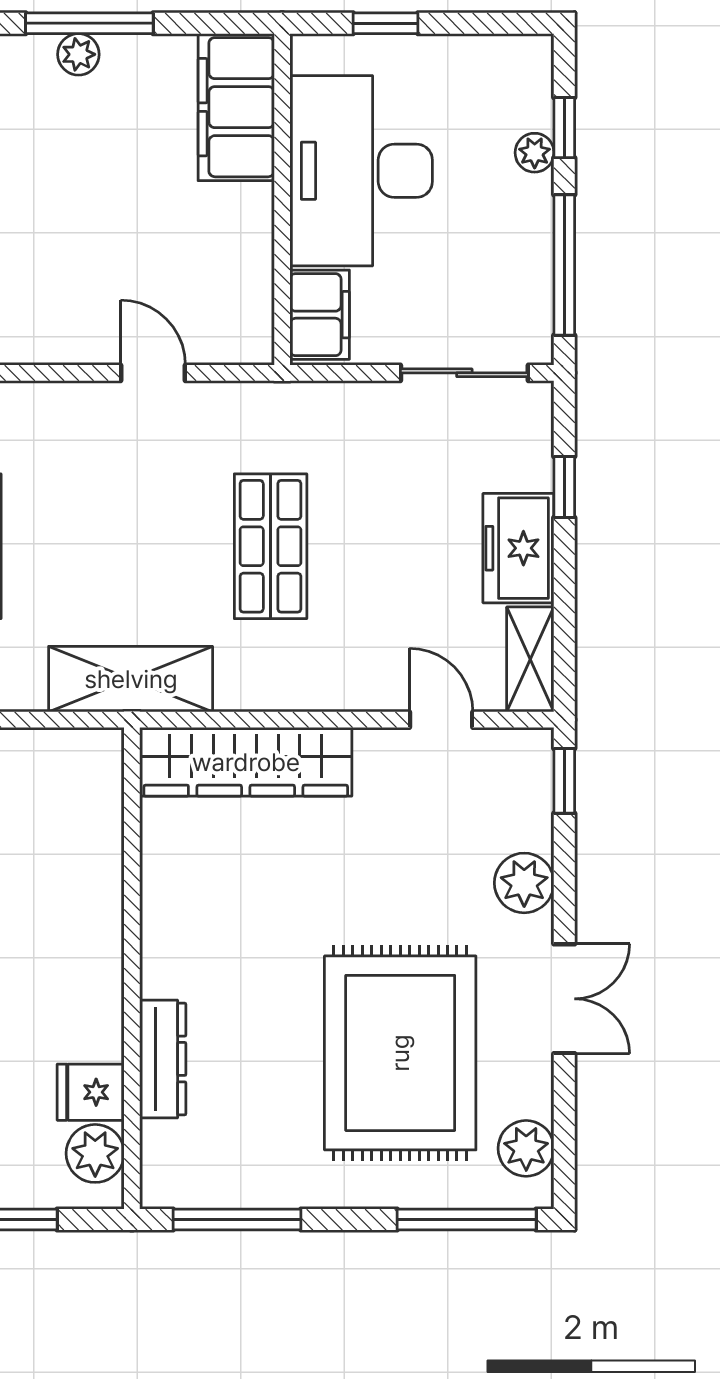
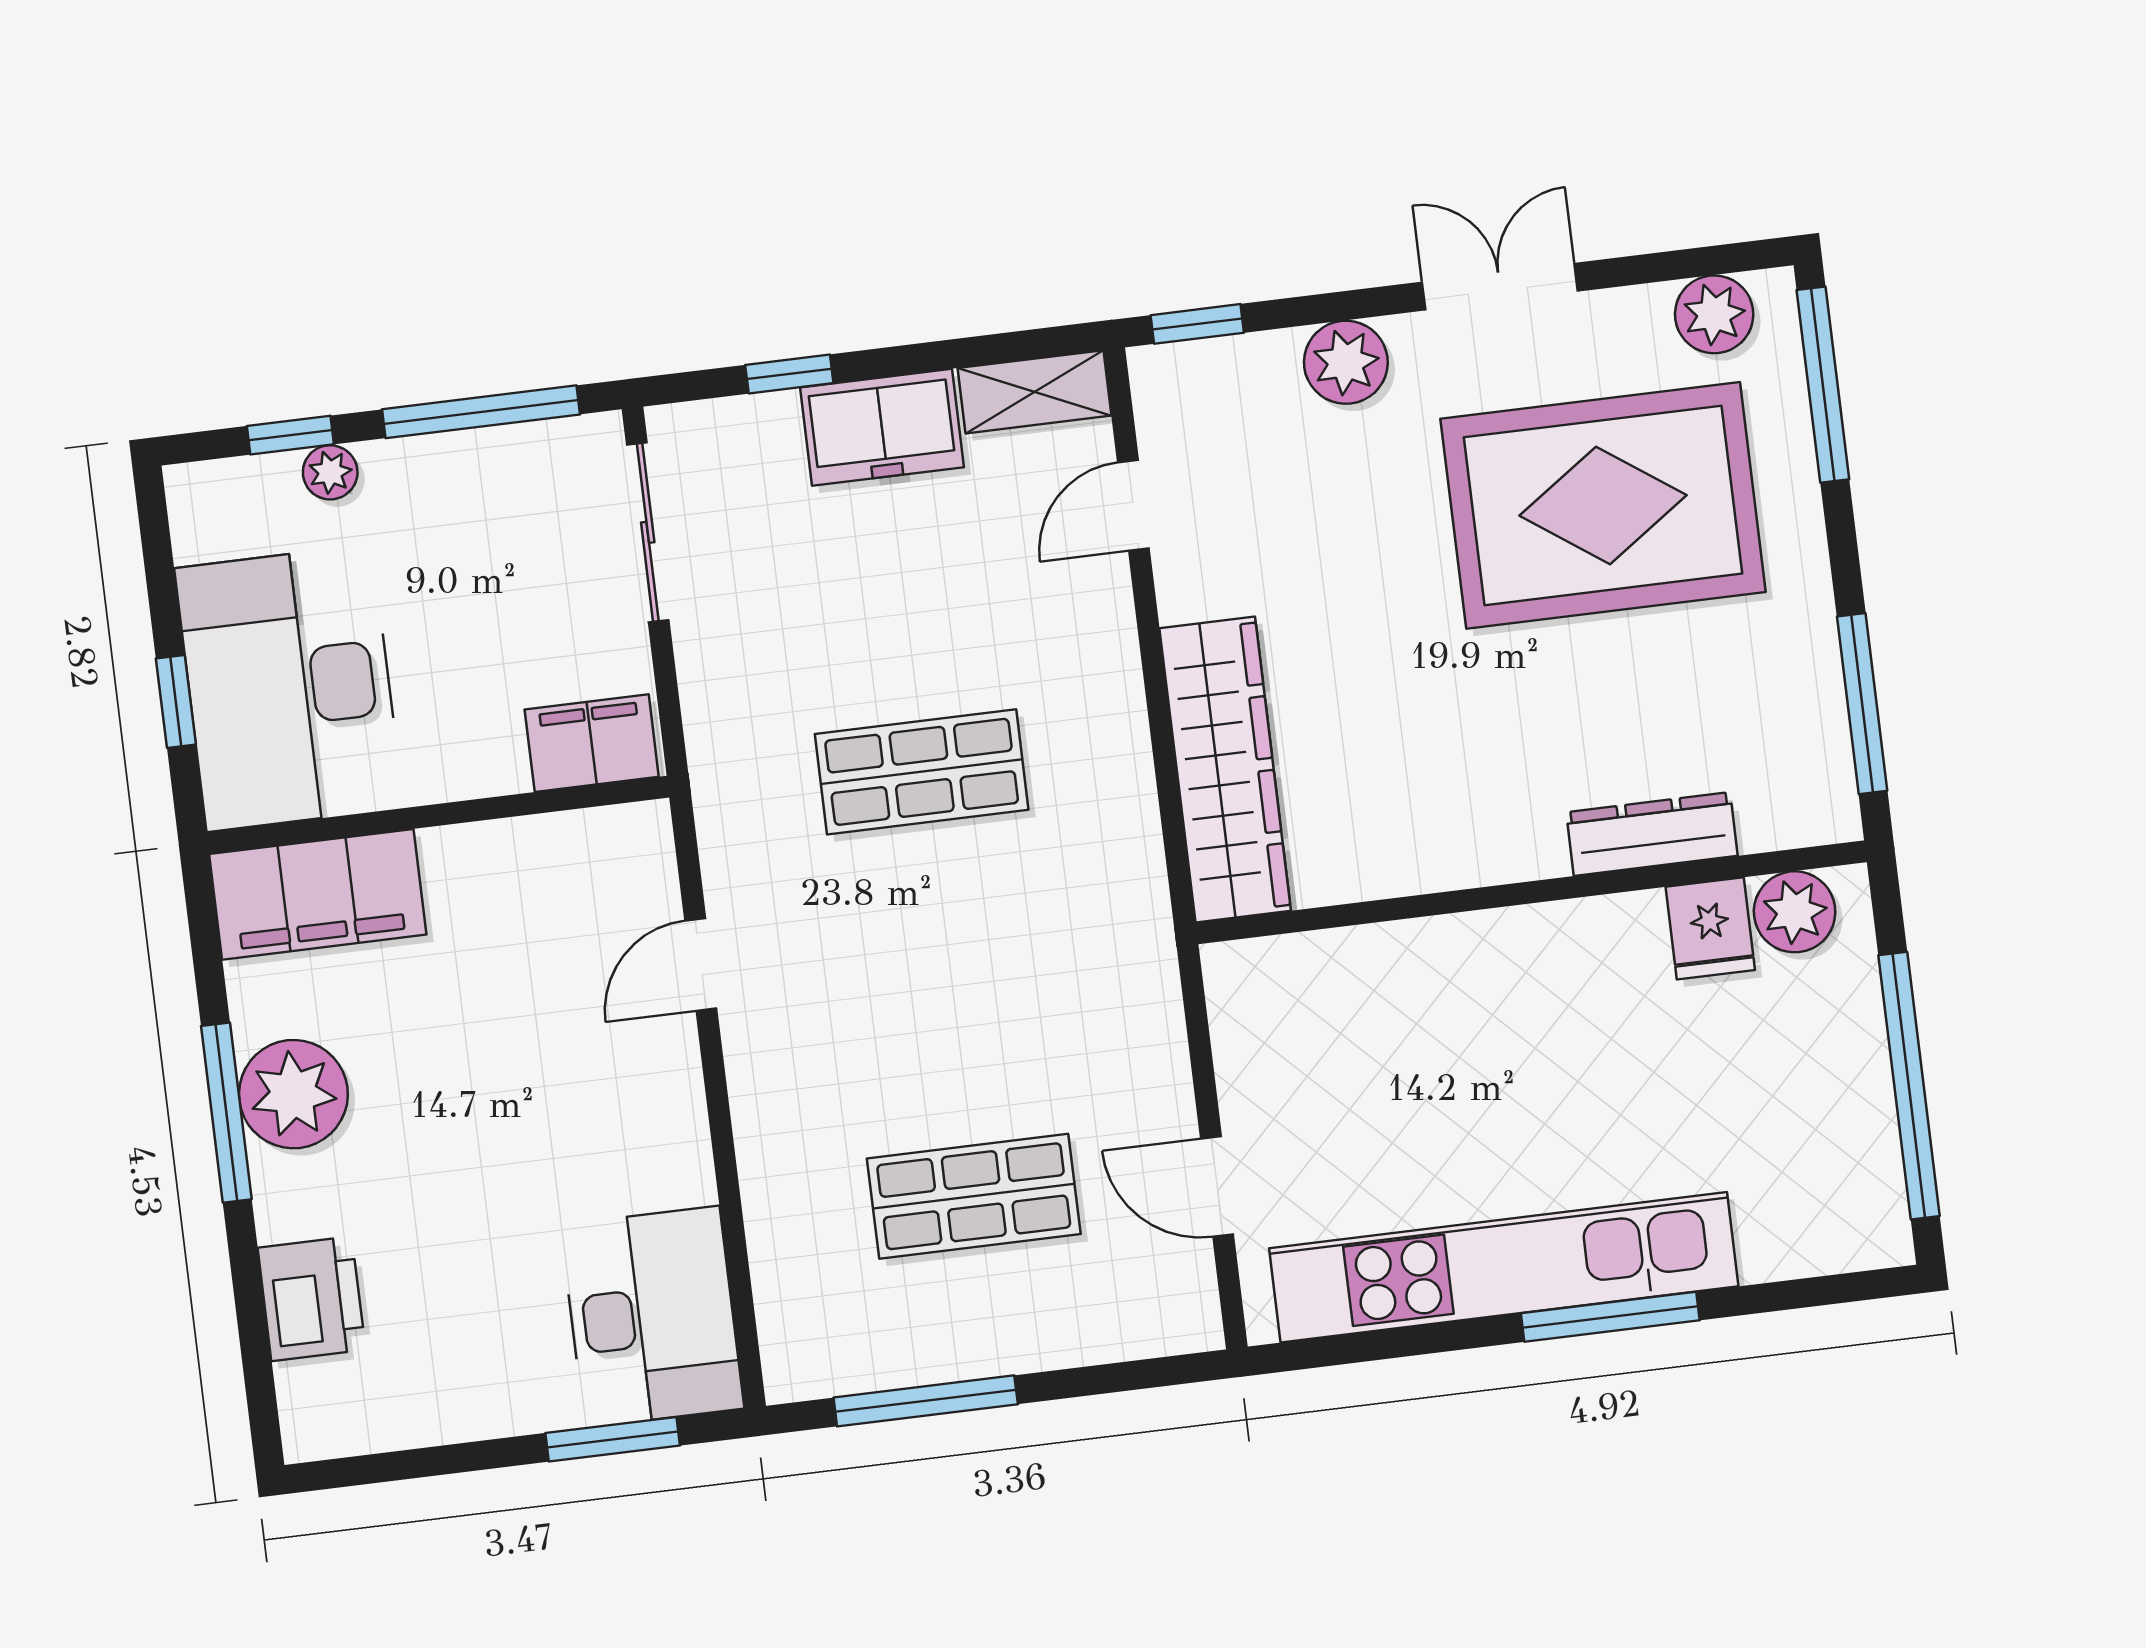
plant: (78, 54) -> (293, 1094), width x1.88, depth x1.88
desk: (361, 171) -> (289, 688), moved, turned 90
shelving: (131, 679) -> (1130, 944), removed

